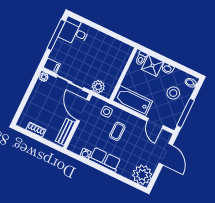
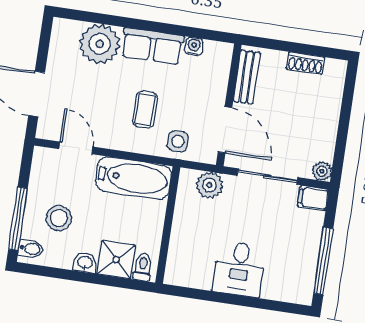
desk: (74, 32) -> (239, 269), moved, turned 90
window: (186, 113) -> (18, 219), moved
plant: (142, 175) -> (100, 44), moved

